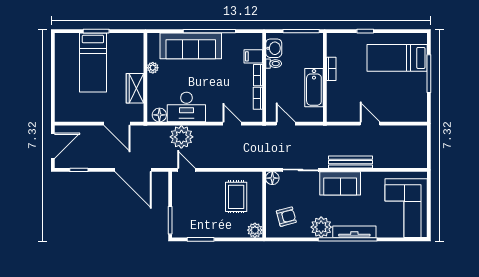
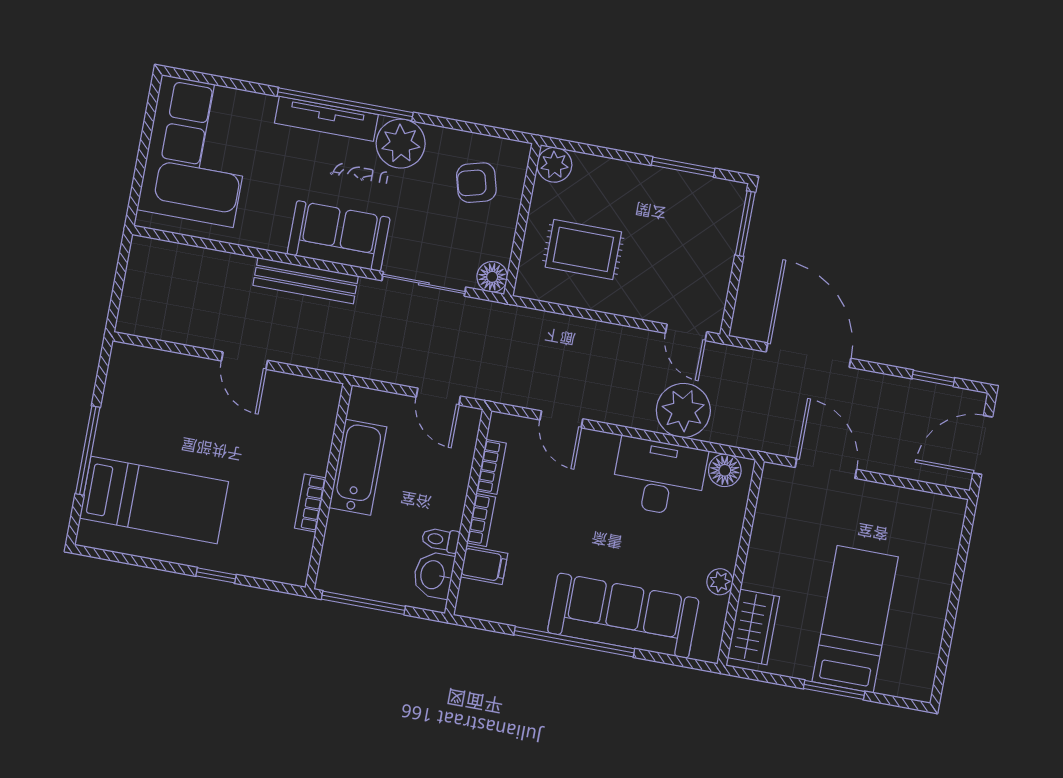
wardrobe: (135, 88) -> (753, 627), moved
rug: (236, 197) -> (583, 249), turned 90

